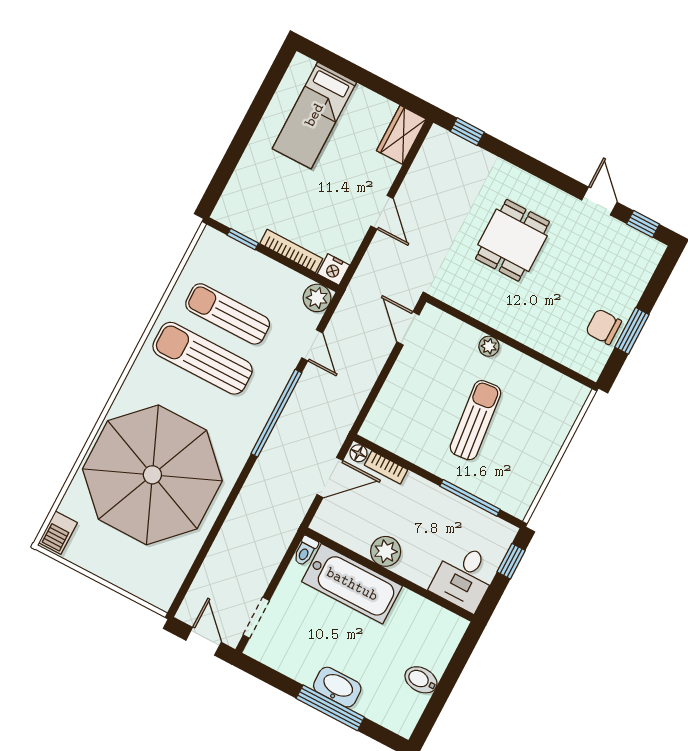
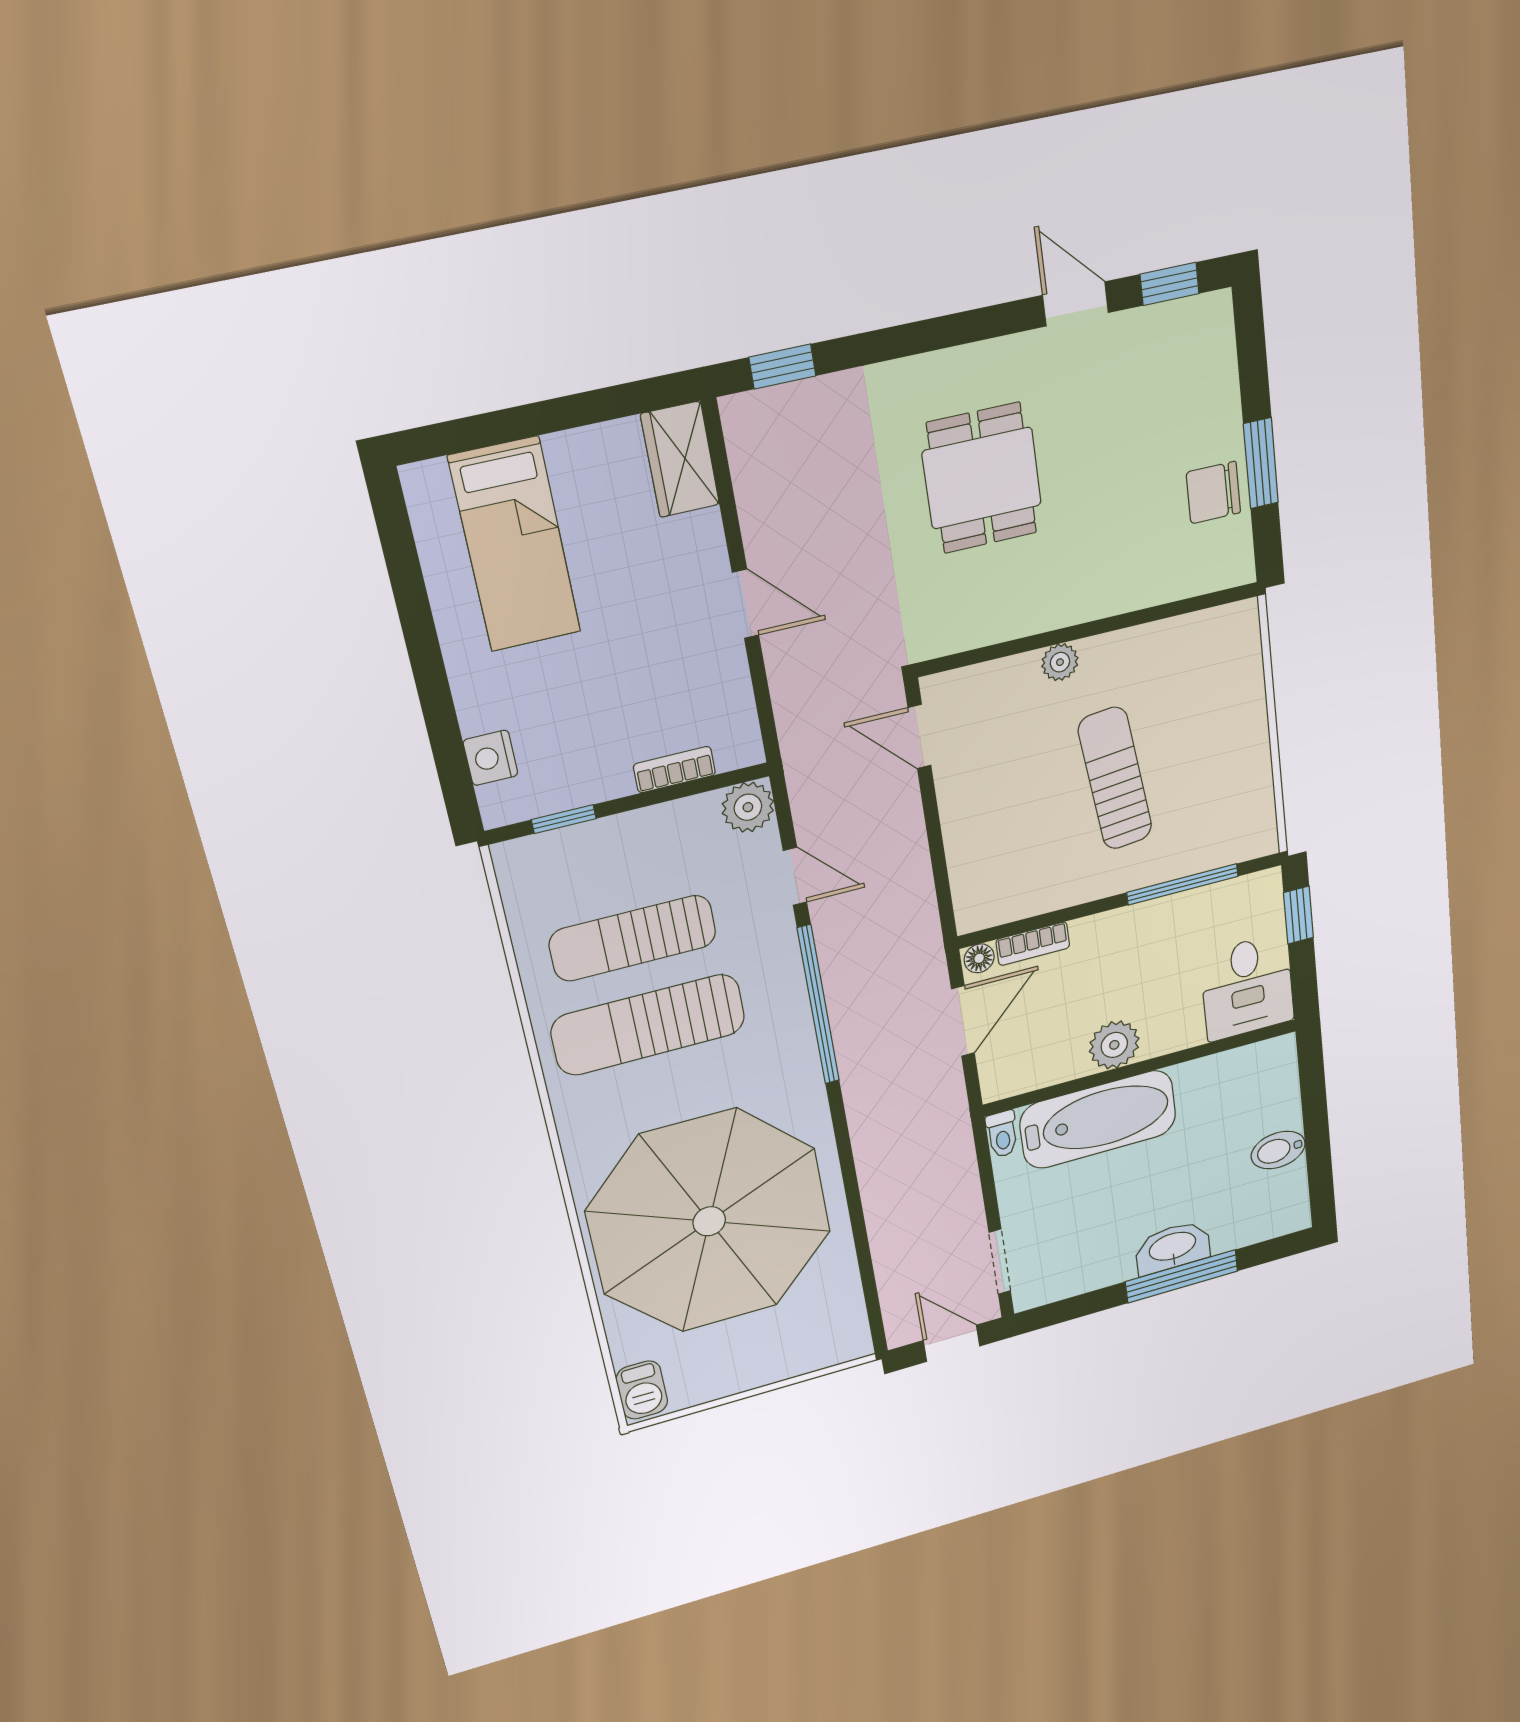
bookcase: (291, 251) -> (674, 770), width x0.64
nightstand: (333, 269) -> (491, 758), moved, turned 90

